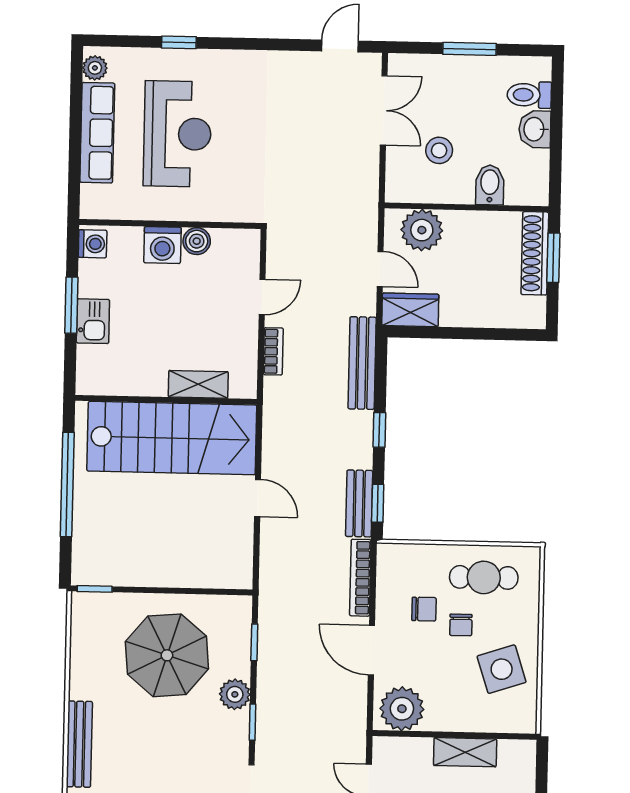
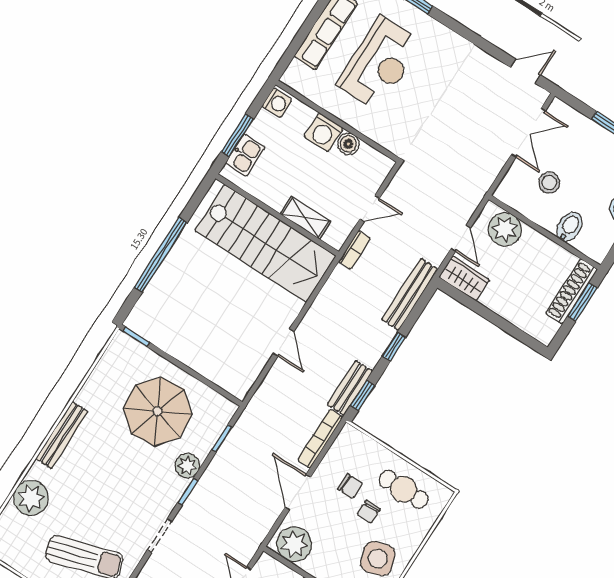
shelving: (198, 384) -> (305, 218), moved
wall: (166, 400) -> (277, 215), moved
stairs: (172, 438) -> (265, 243), moved

